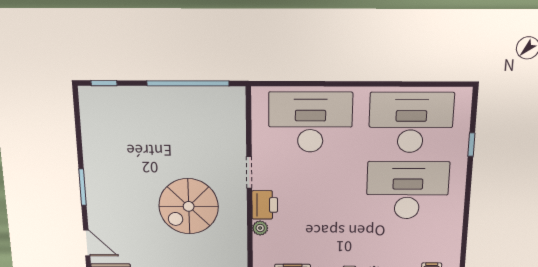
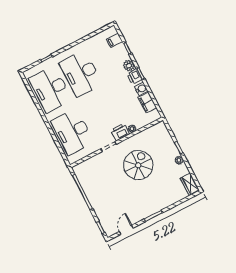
spiral stairs: (189, 206) -> (138, 165), turned -90
door: (87, 243) -> (126, 230), moved

